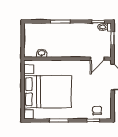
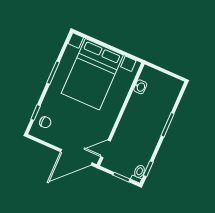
door: (97, 59) -> (105, 149), hinge flipped

